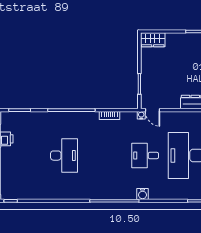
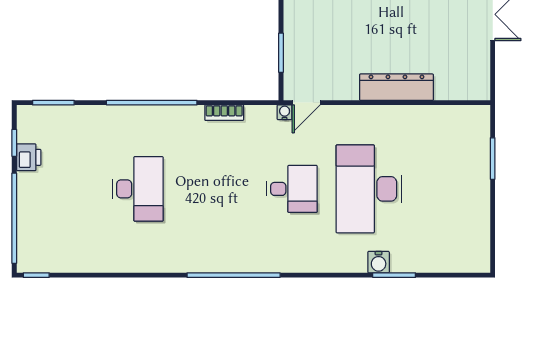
door: (153, 110) -> (306, 103), hinge flipped
desk: (145, 156) -> (292, 189), turned 180
water cooler: (143, 194) -> (379, 262), moved

